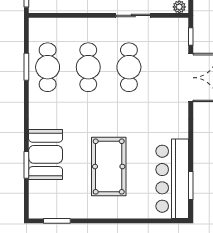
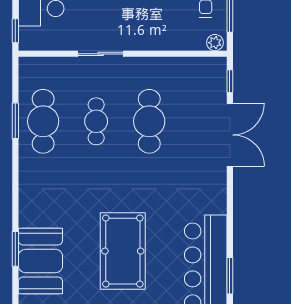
sliding door: (133, 15) -> (101, 54), moved
cafe table: (88, 67) -> (96, 121), width x0.73, depth x0.74
booth: (46, 154) -> (40, 261), moved

